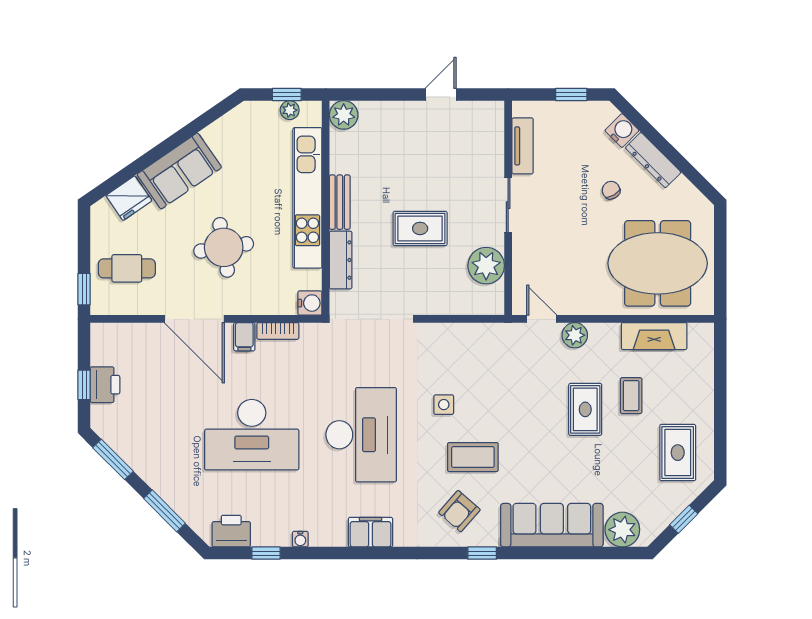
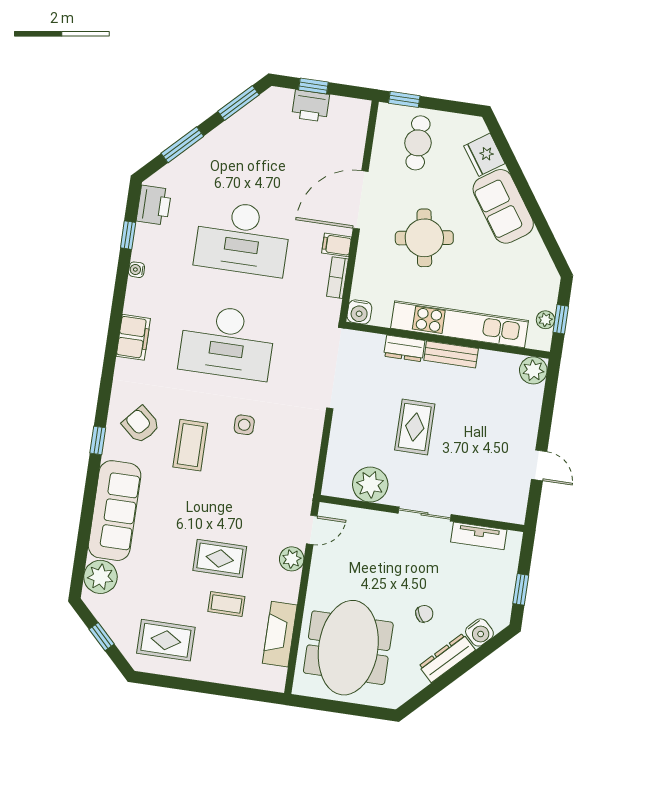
dresser: (341, 260) -> (404, 348), width x0.70
desk: (252, 435) -> (242, 238), turned -90

